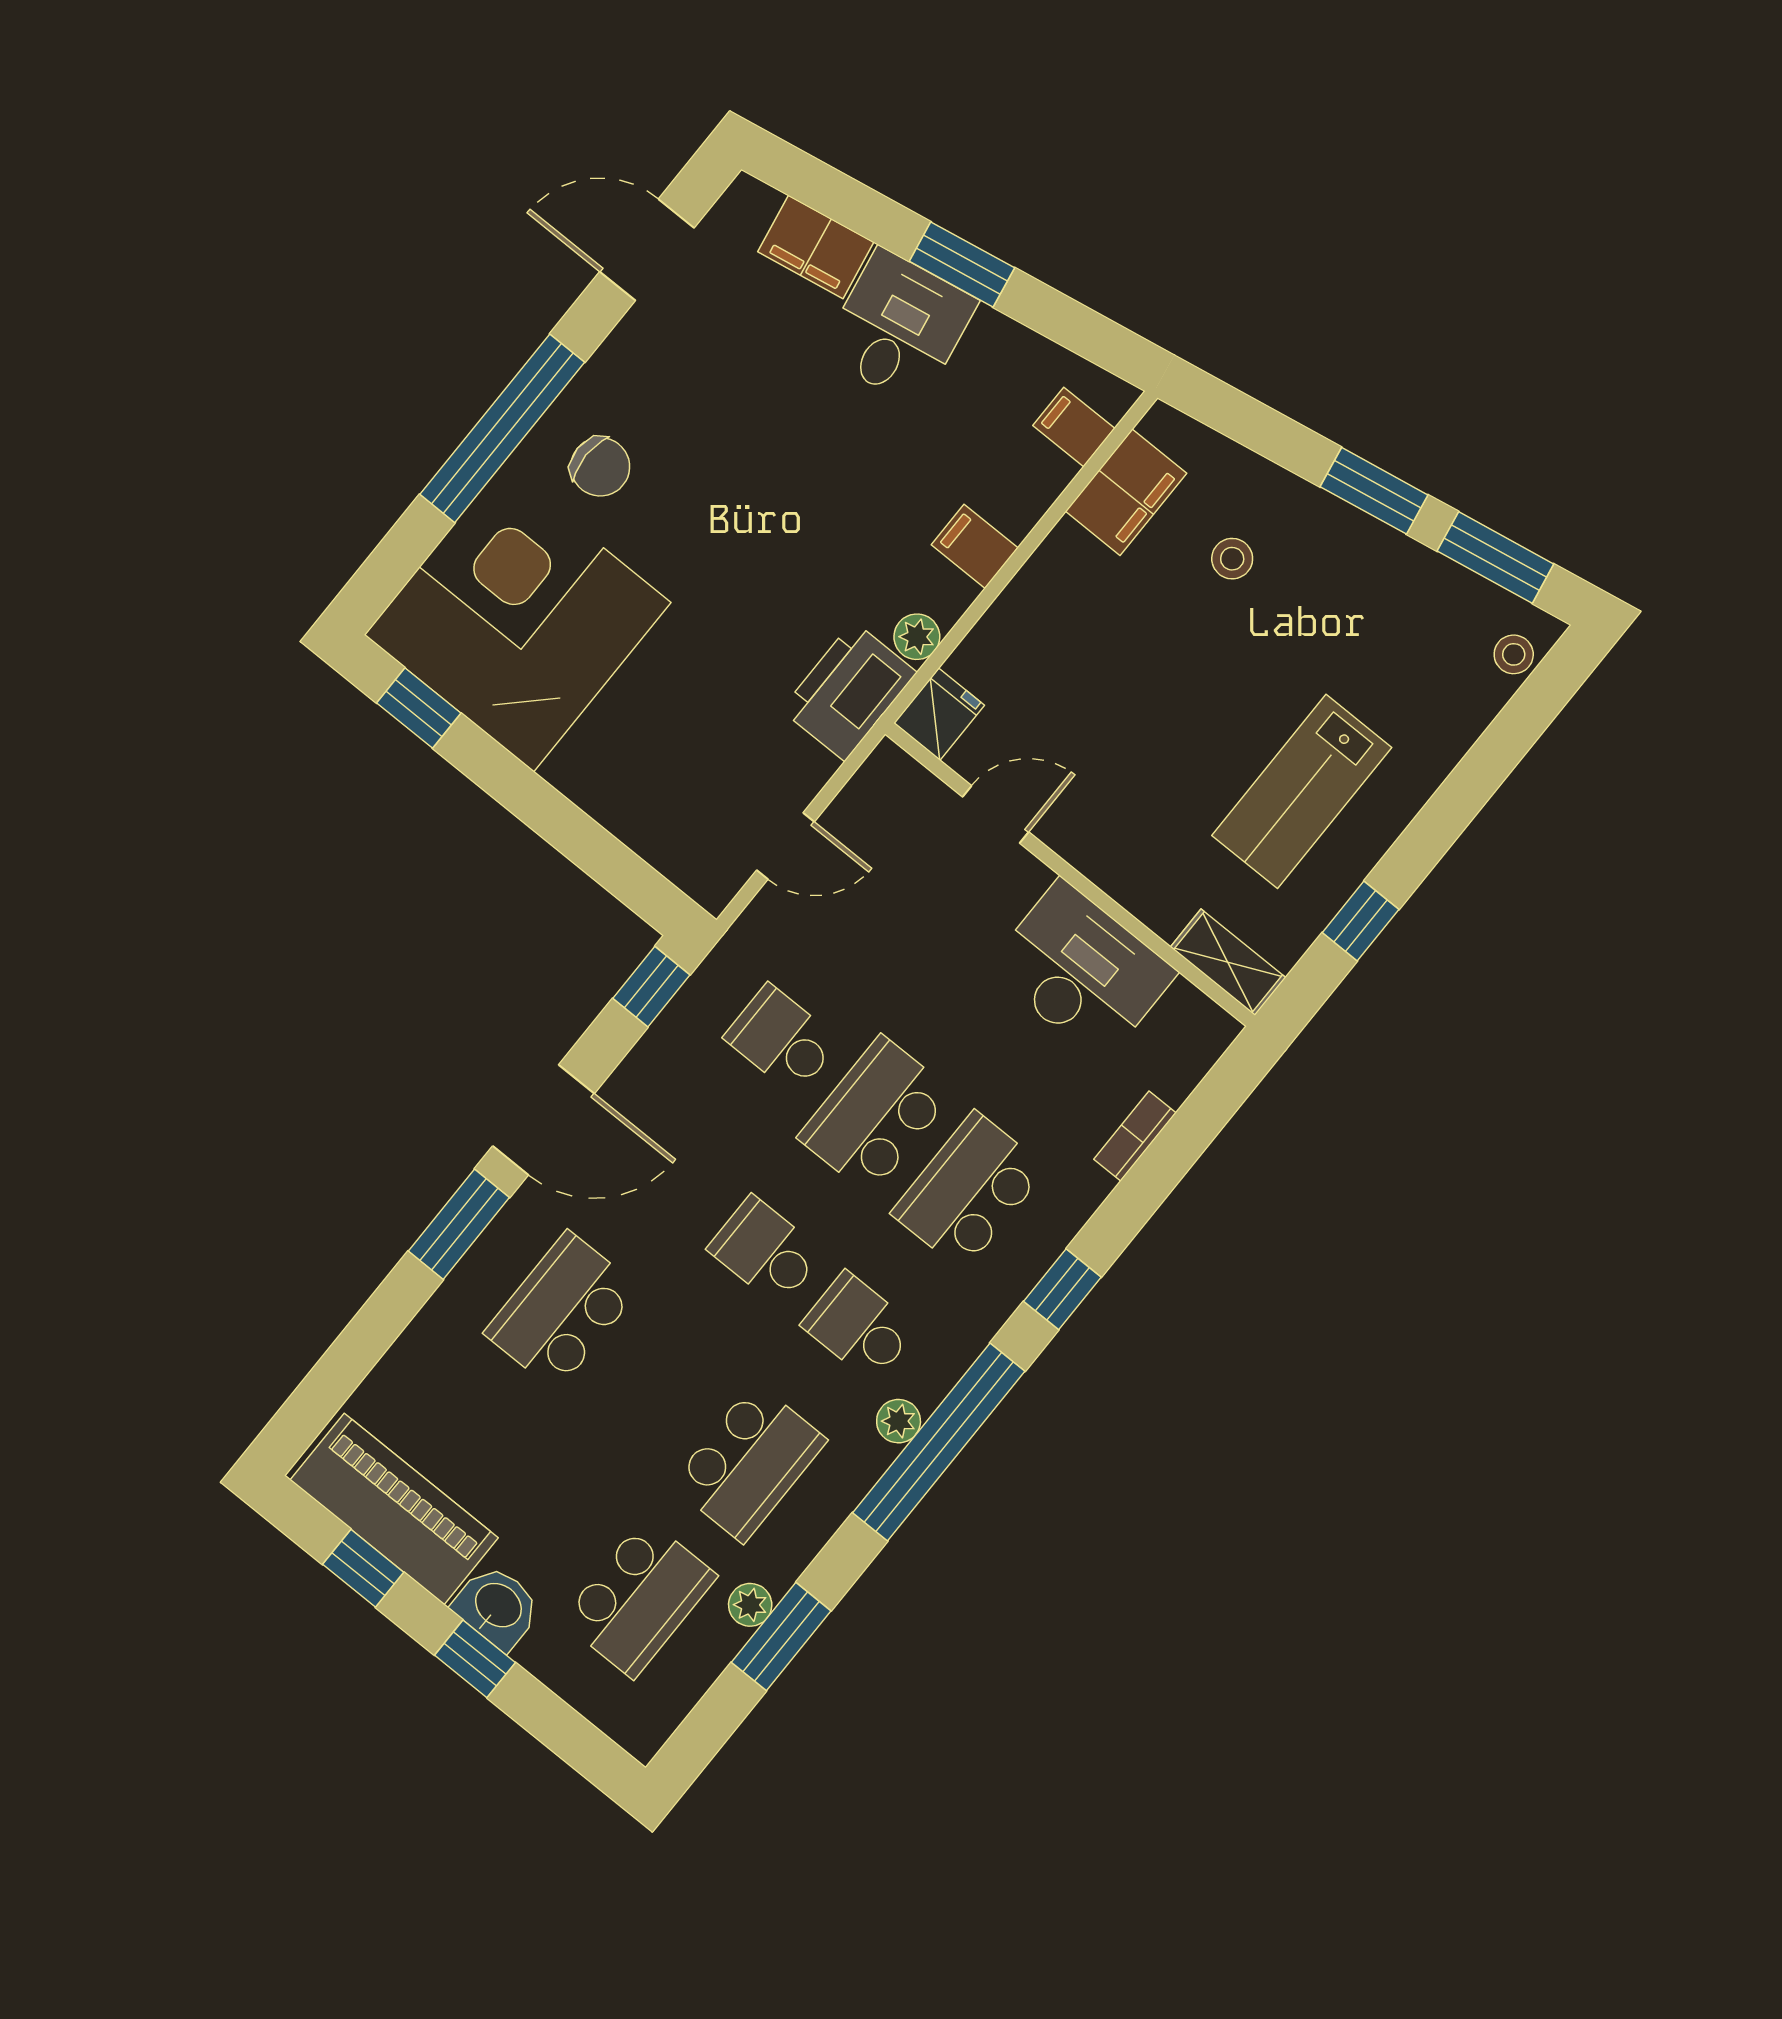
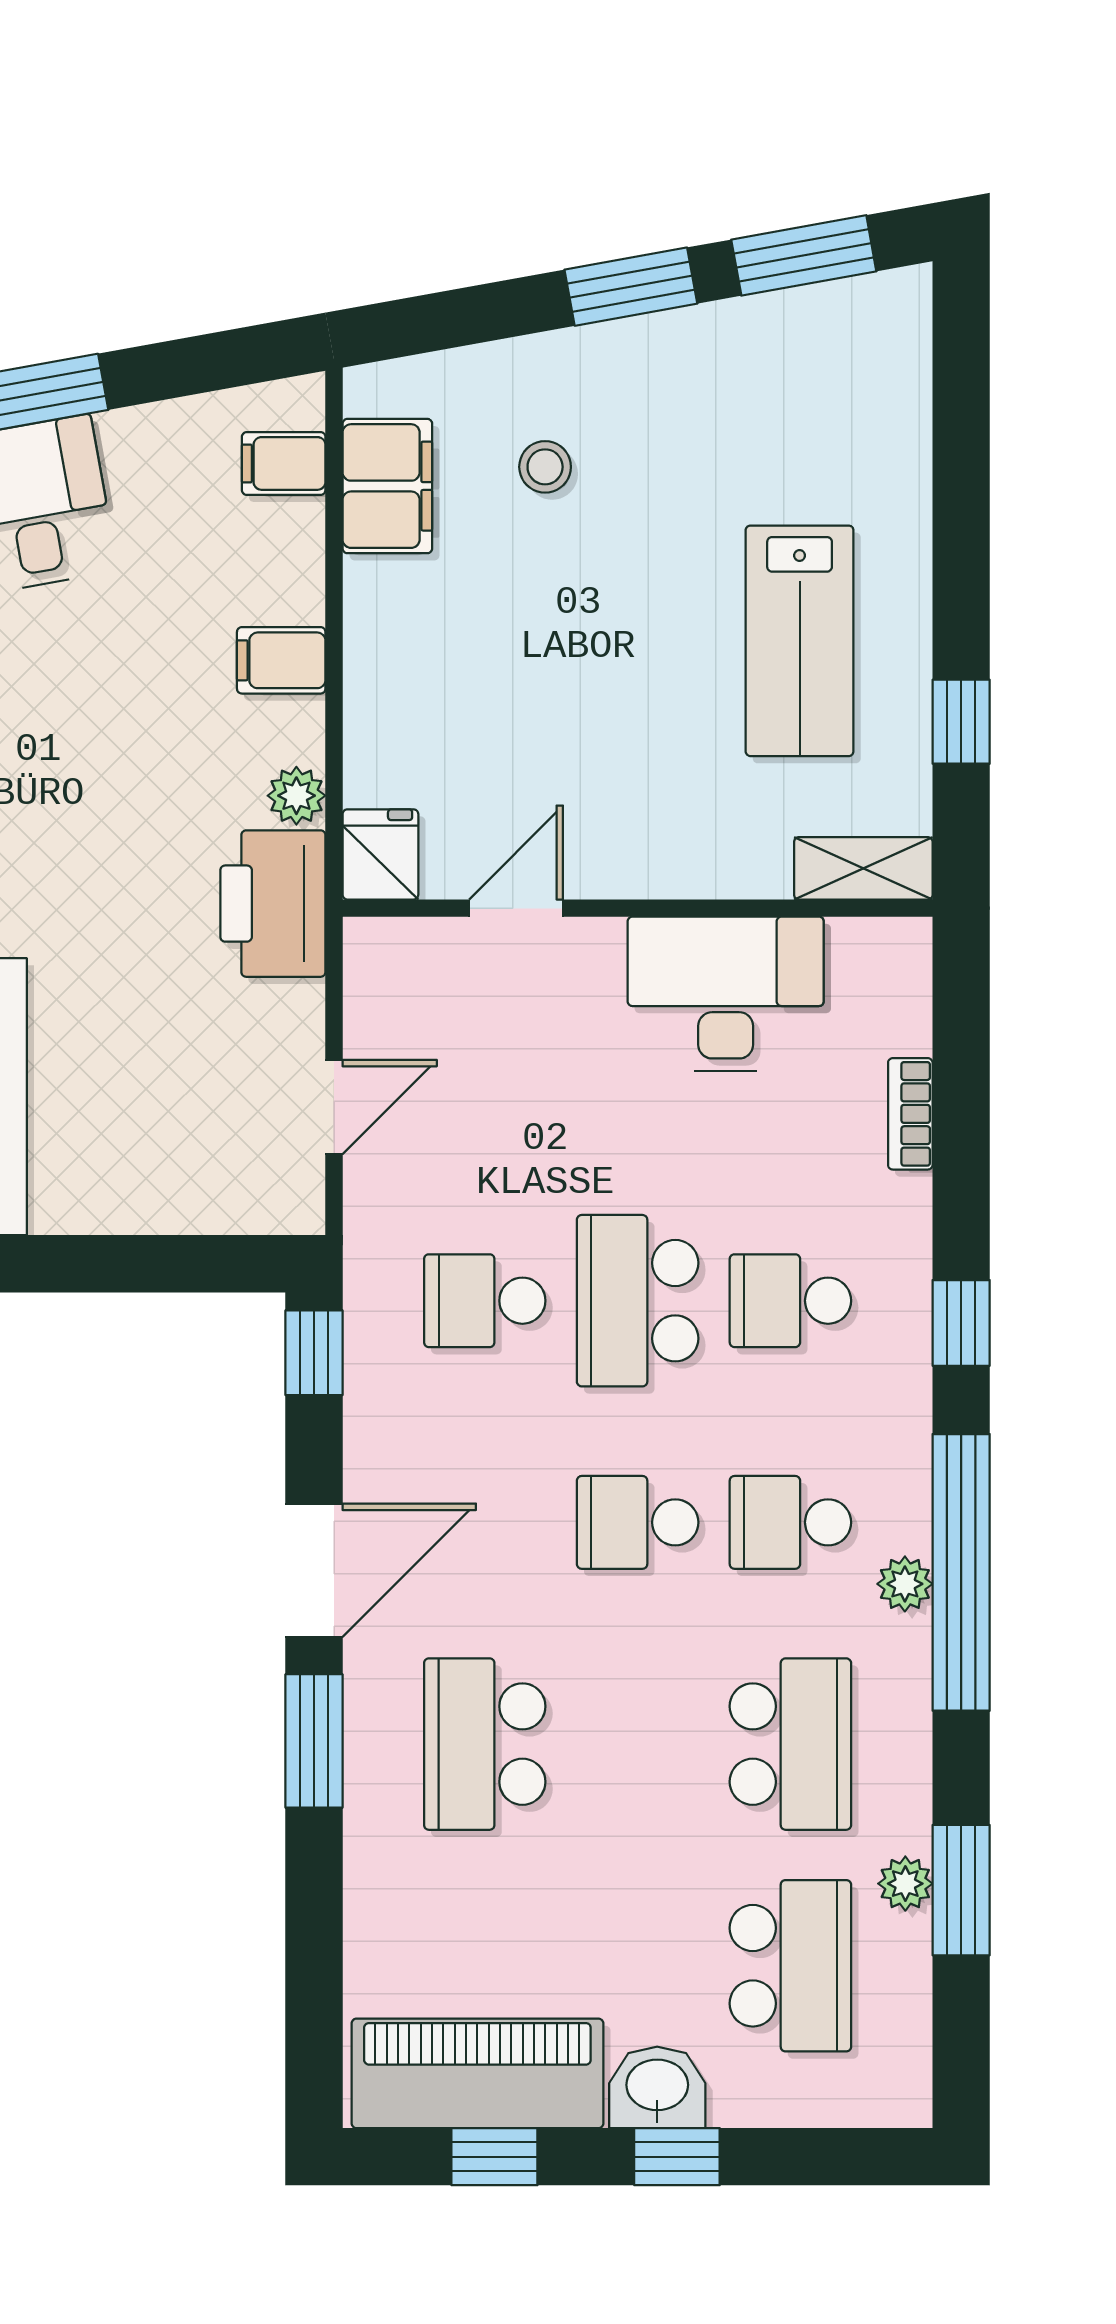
stool: (1514, 654) -> (899, 336), removed
school desk: (969, 1191) -> (790, 1301), width x0.54

